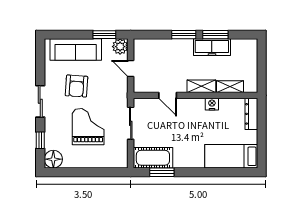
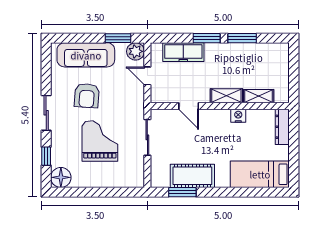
freezer: (212, 47) -> (183, 52), moved
cot: (153, 158) -> (192, 176), moved

